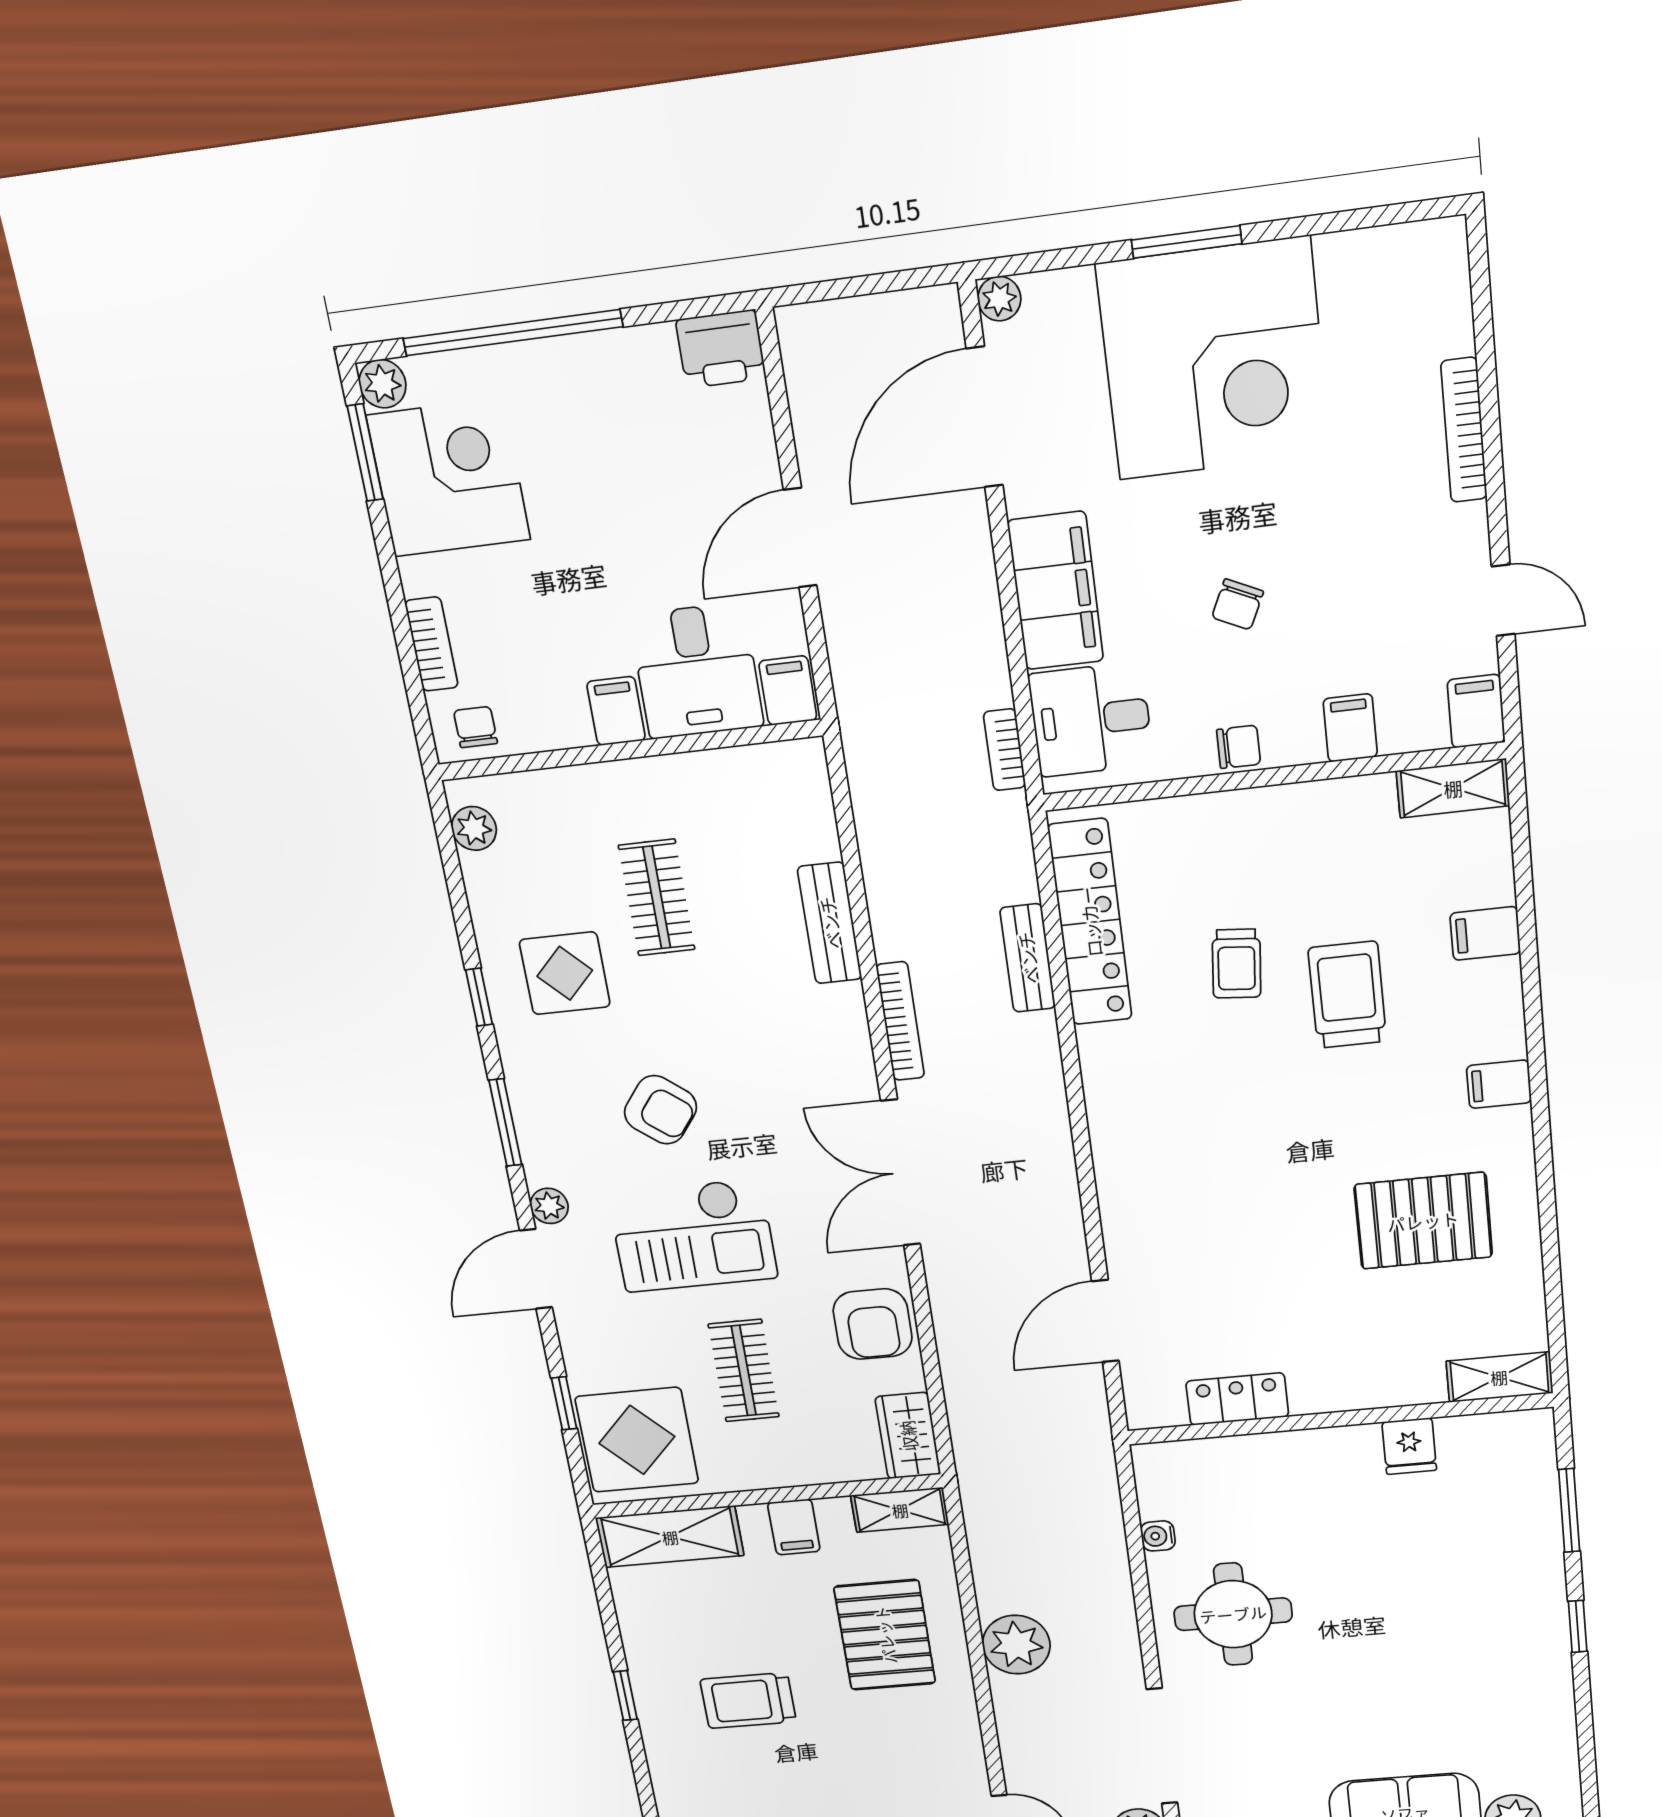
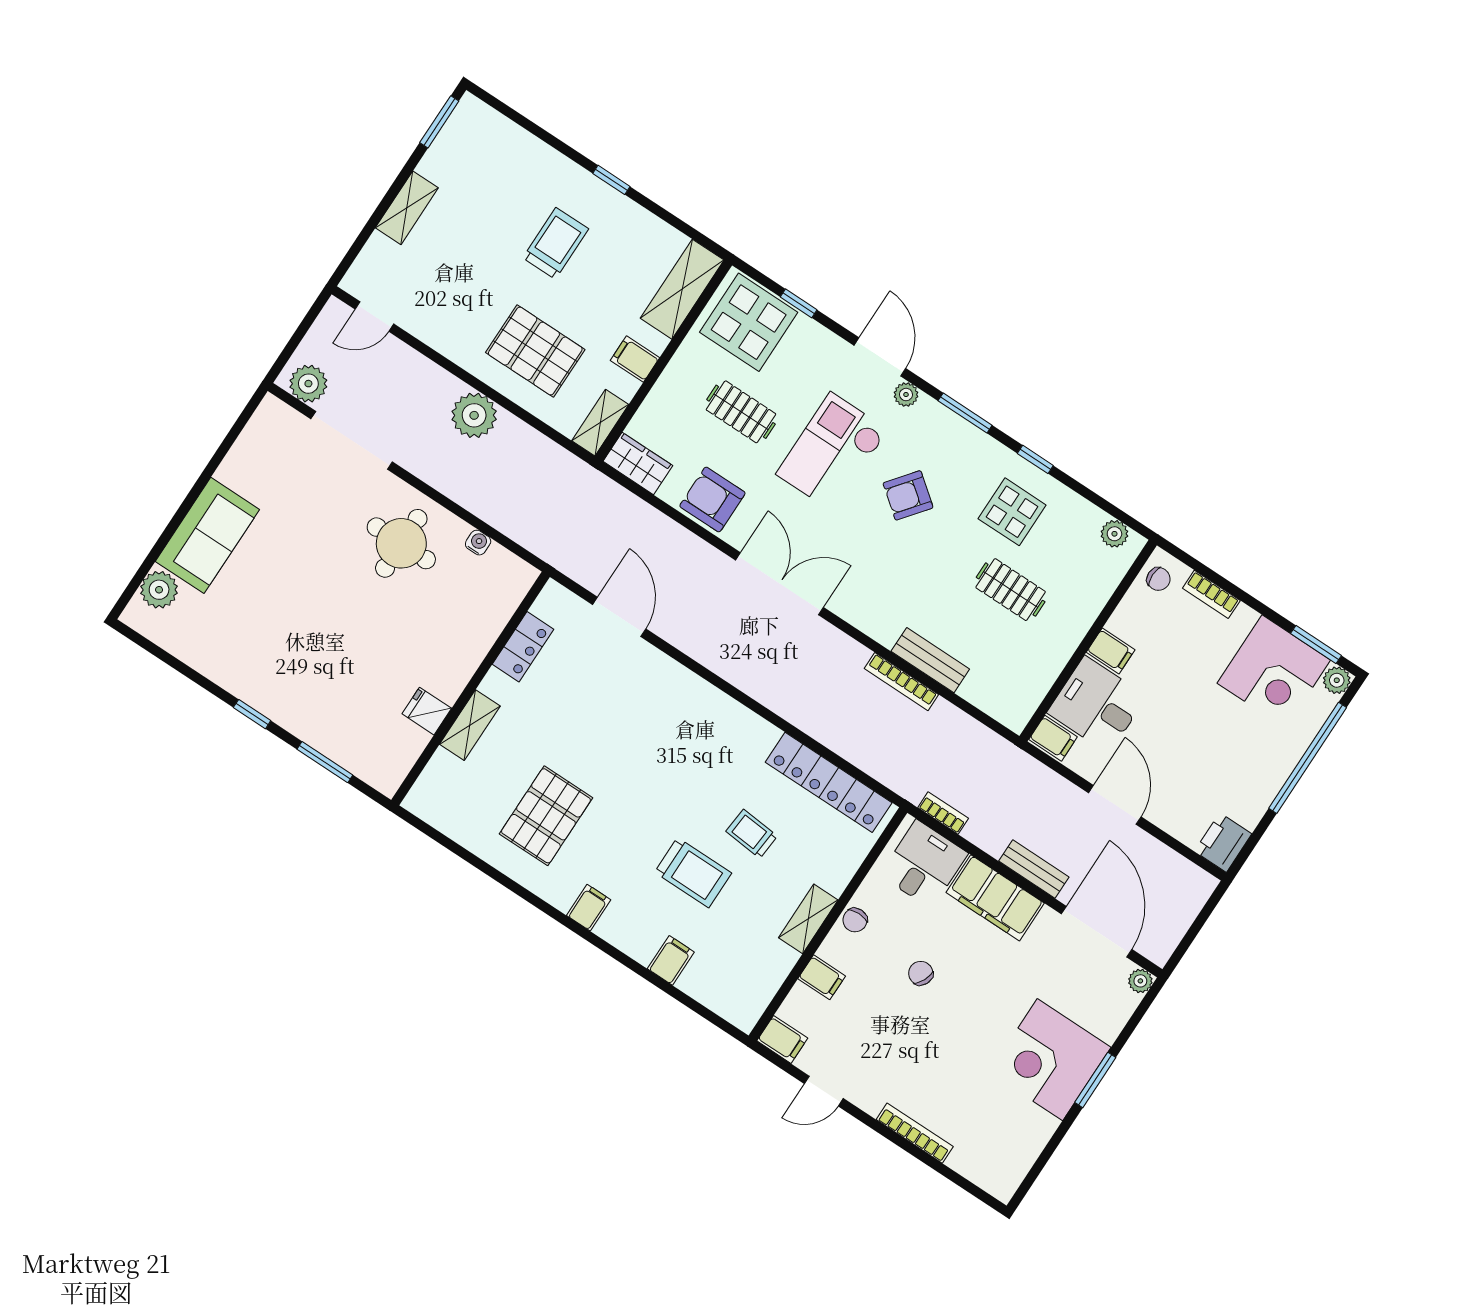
corner desk: (1214, 359) -> (1050, 1060), width x0.74, depth x0.74
shelving: (1453, 788) -> (808, 919), moved
bench: (1028, 958) -> (1034, 869), moved
bookcase: (900, 1021) -> (901, 682), moved
shelving: (1499, 1377) -> (470, 725), moved

